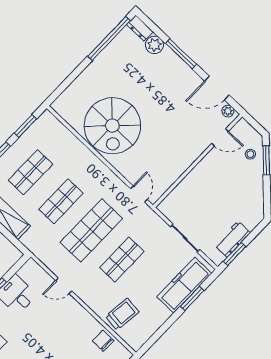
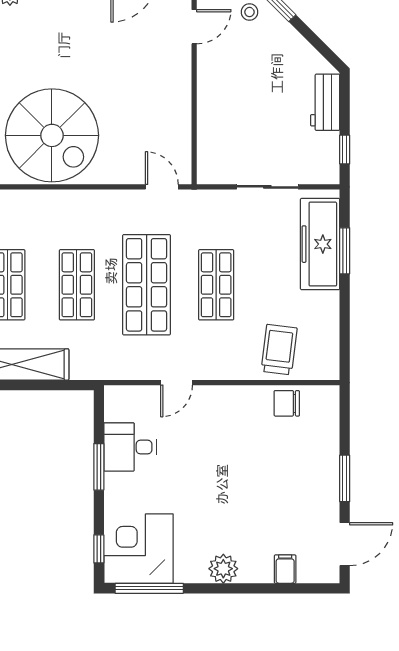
workbench: (232, 239) -> (325, 102), moved
window: (235, 254) -> (345, 150), width x0.67

